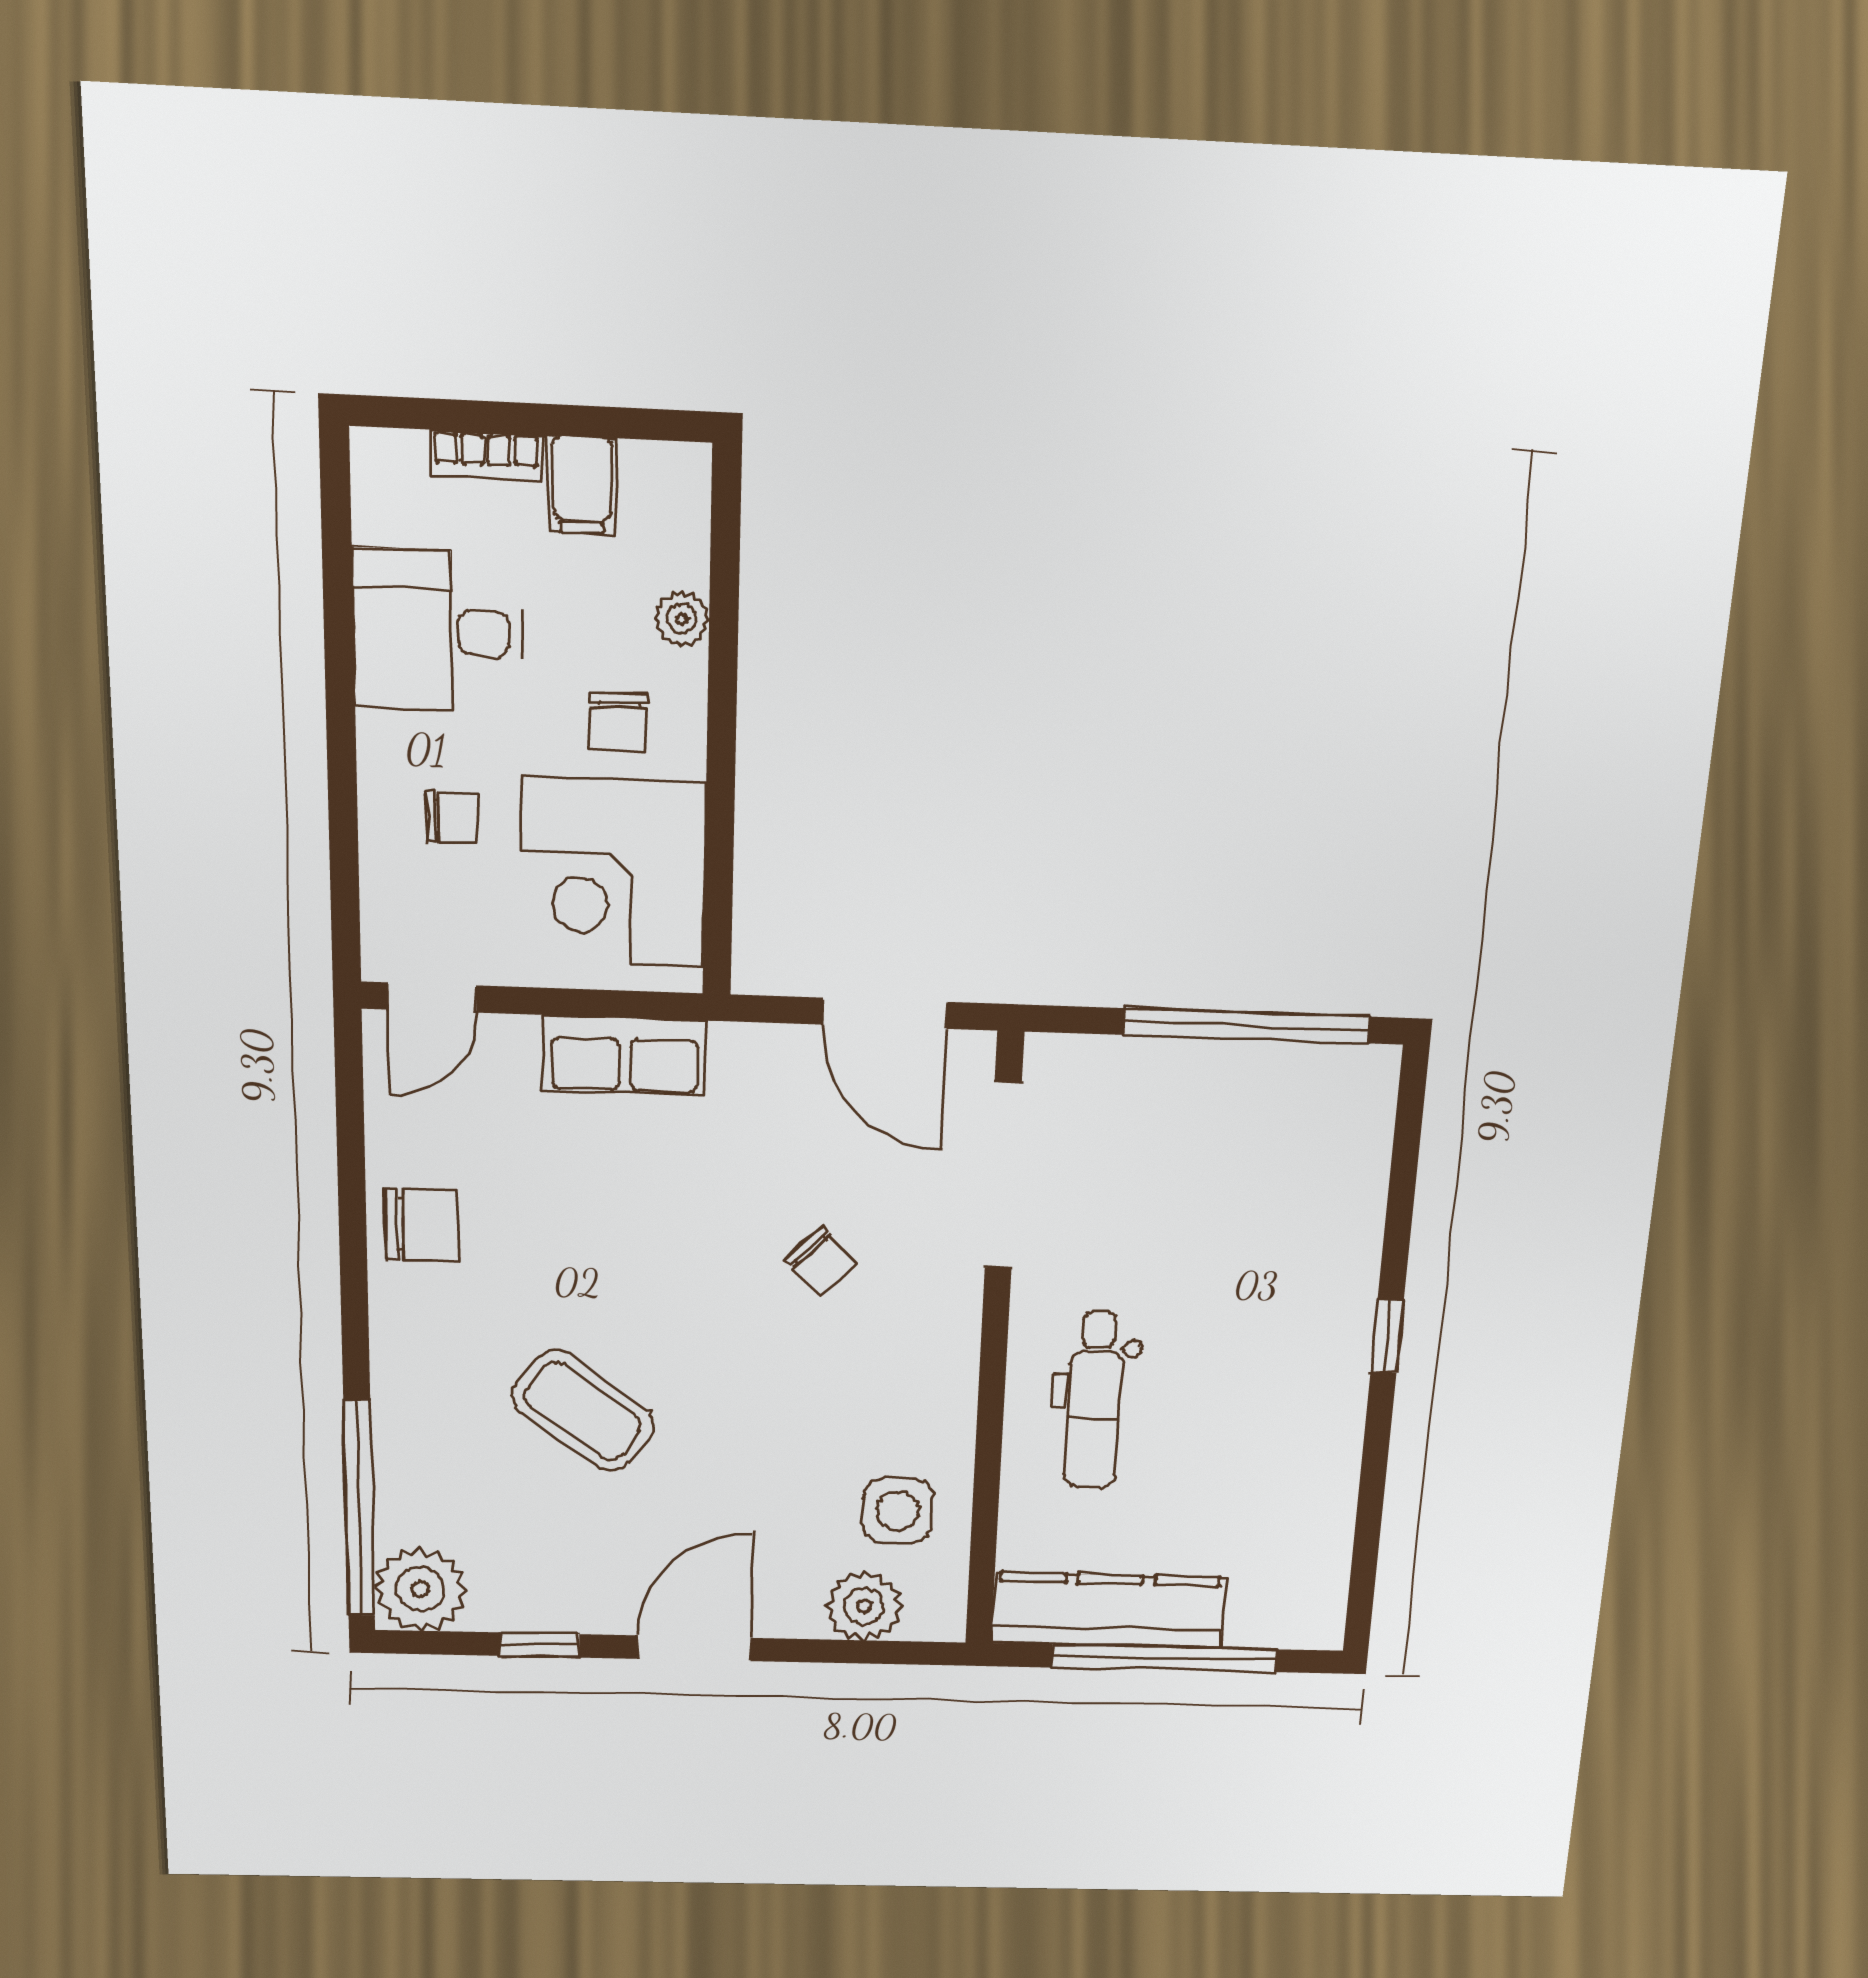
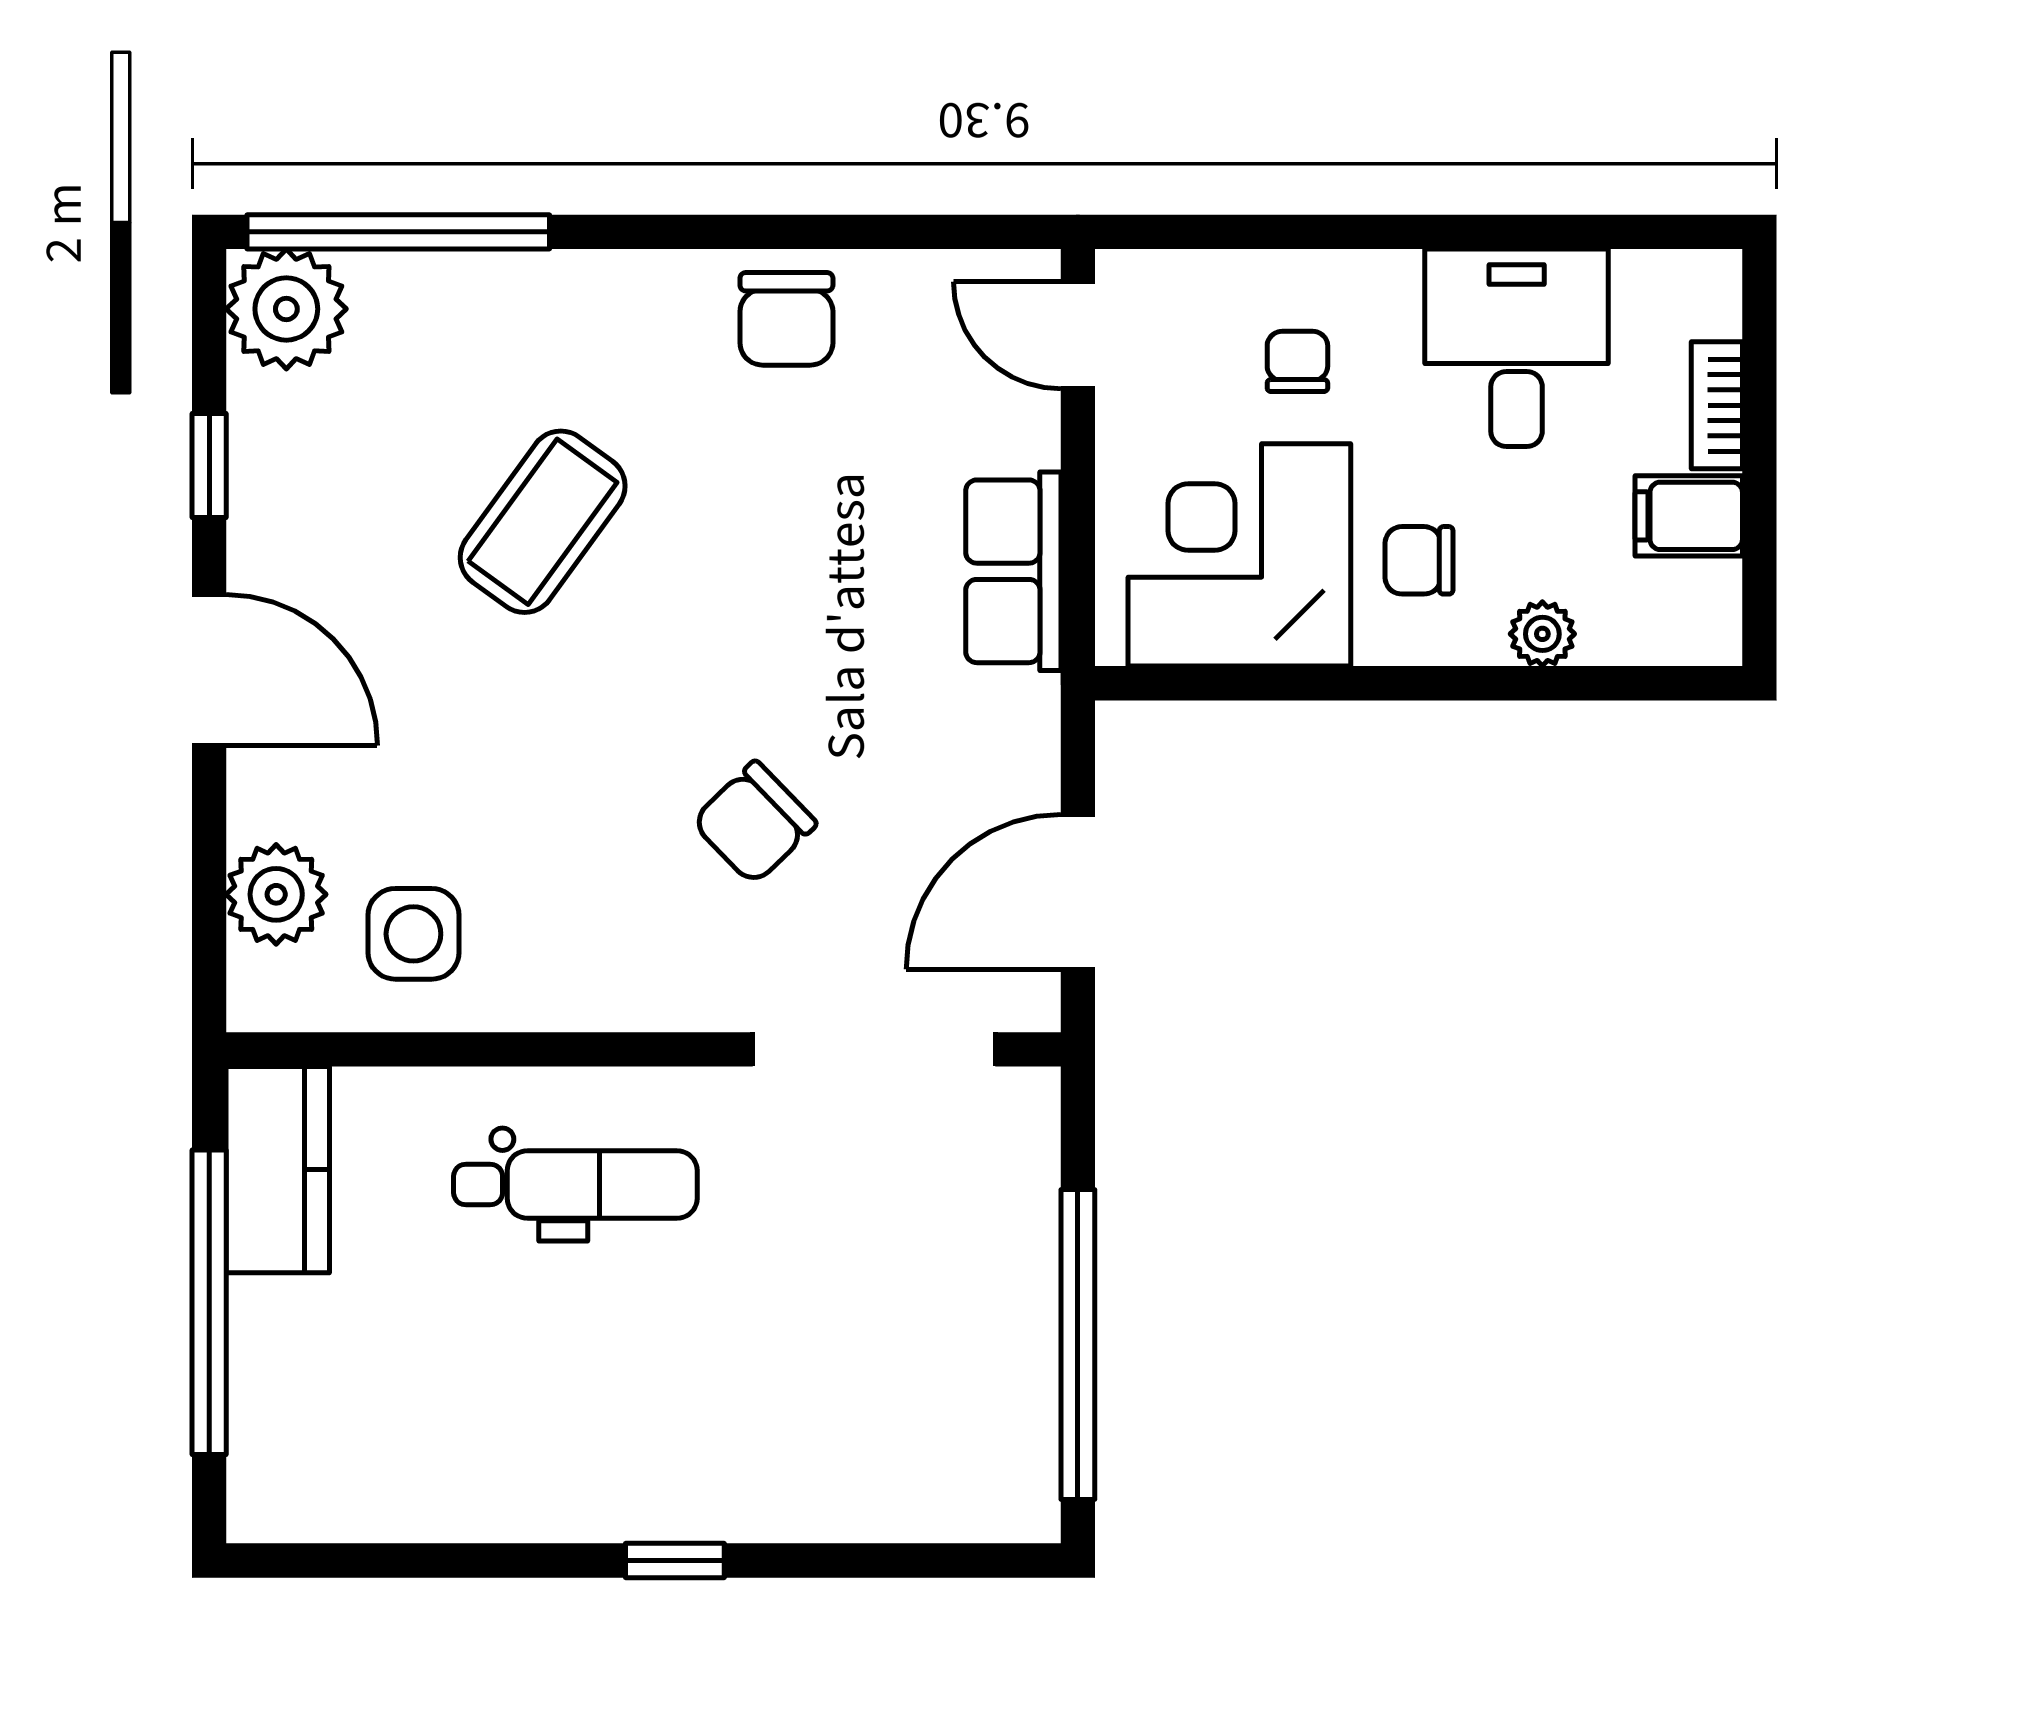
chair: (452, 819) -> (1297, 361), turned 180
chair: (821, 1261) -> (754, 823), width x1.37, depth x1.37
dental chair: (1095, 1400) -> (575, 1184), turned 180
kitchen counter: (1108, 1610) -> (278, 1170), width x0.67

